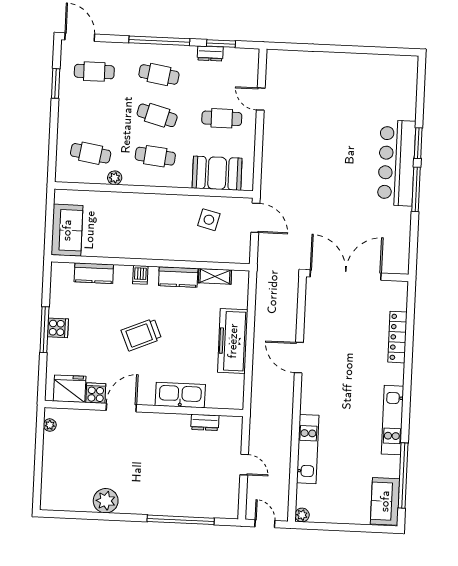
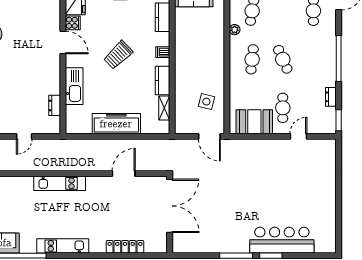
window: (221, 44) -> (339, 120), moved
cafe table: (159, 74) -> (313, 59), removed
cafe table: (157, 115) -> (283, 59), turned -39
bar counter: (397, 163) -> (282, 240), moved
booth: (217, 173) -> (254, 122), moved, turned 90
door: (255, 218) -> (209, 136), hinge flipped
trolley: (141, 335) -> (118, 55), turned -111
door: (299, 358) -> (124, 174), moved
kitchen unit: (308, 449) -> (60, 183), moved

